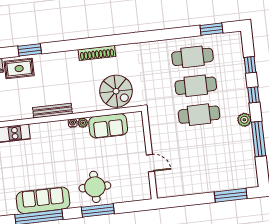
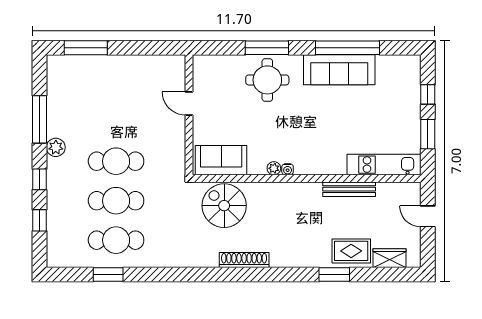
window: (211, 29) -> (108, 275), moved
bench: (52, 111) -> (349, 189), moved
sofa: (108, 126) -> (221, 160), moved

